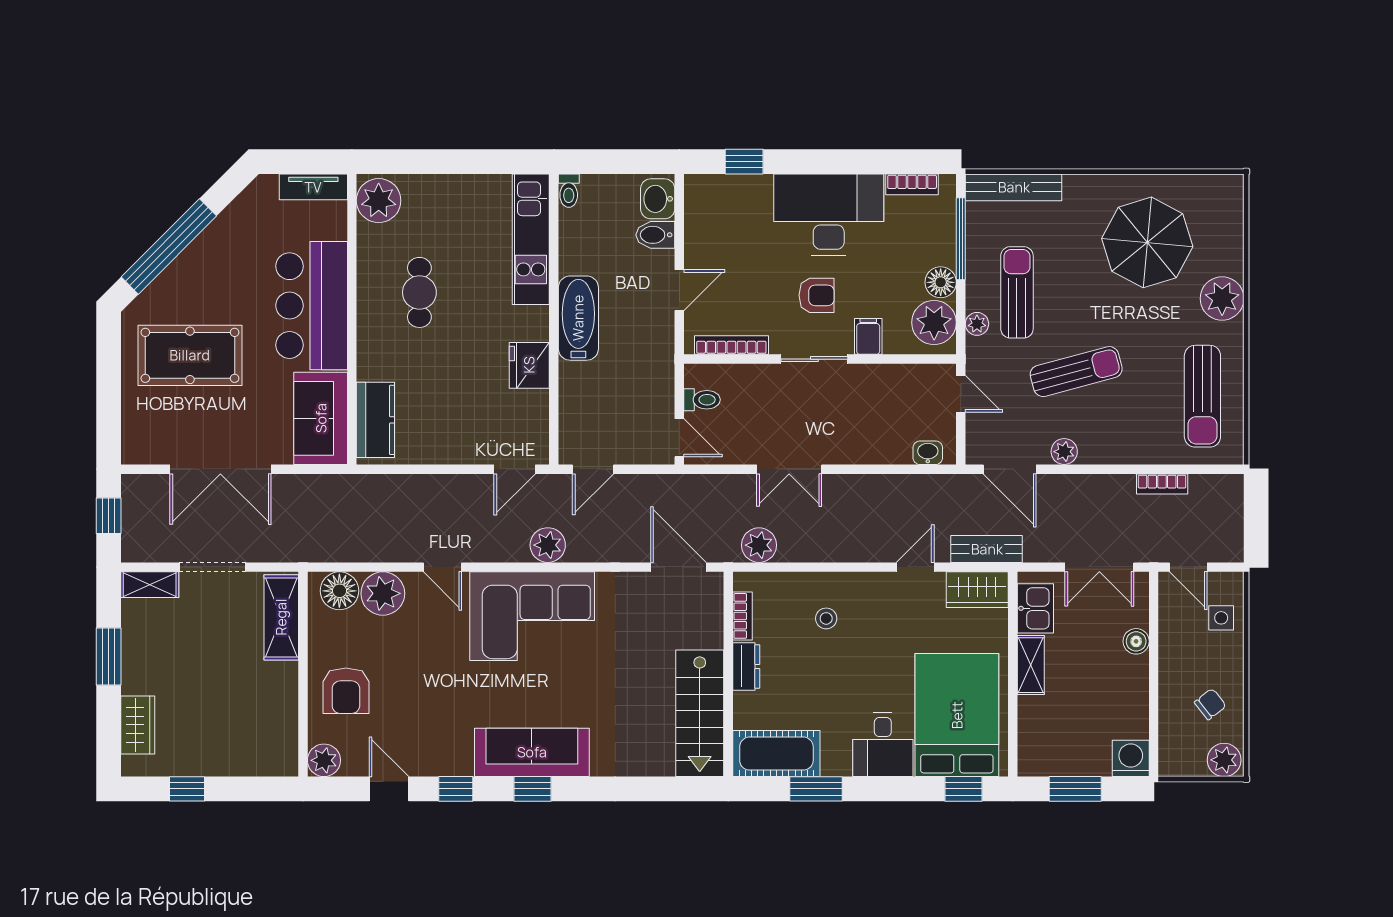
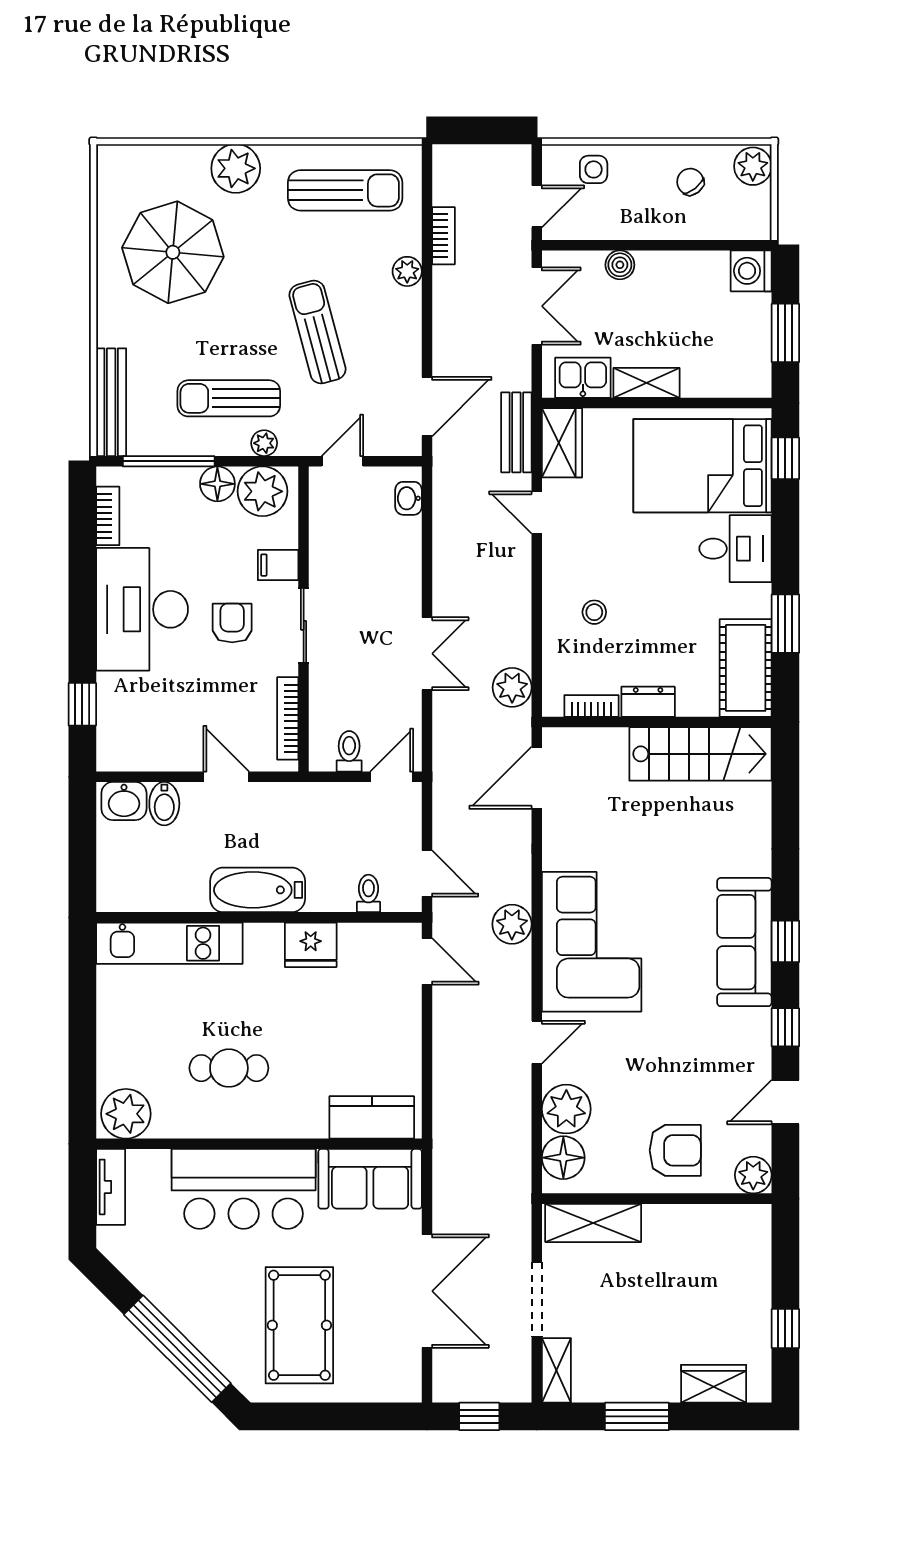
toilet: (569, 191) -> (368, 893), moved, turned -90
plant: (1064, 452) -> (407, 271), moved

